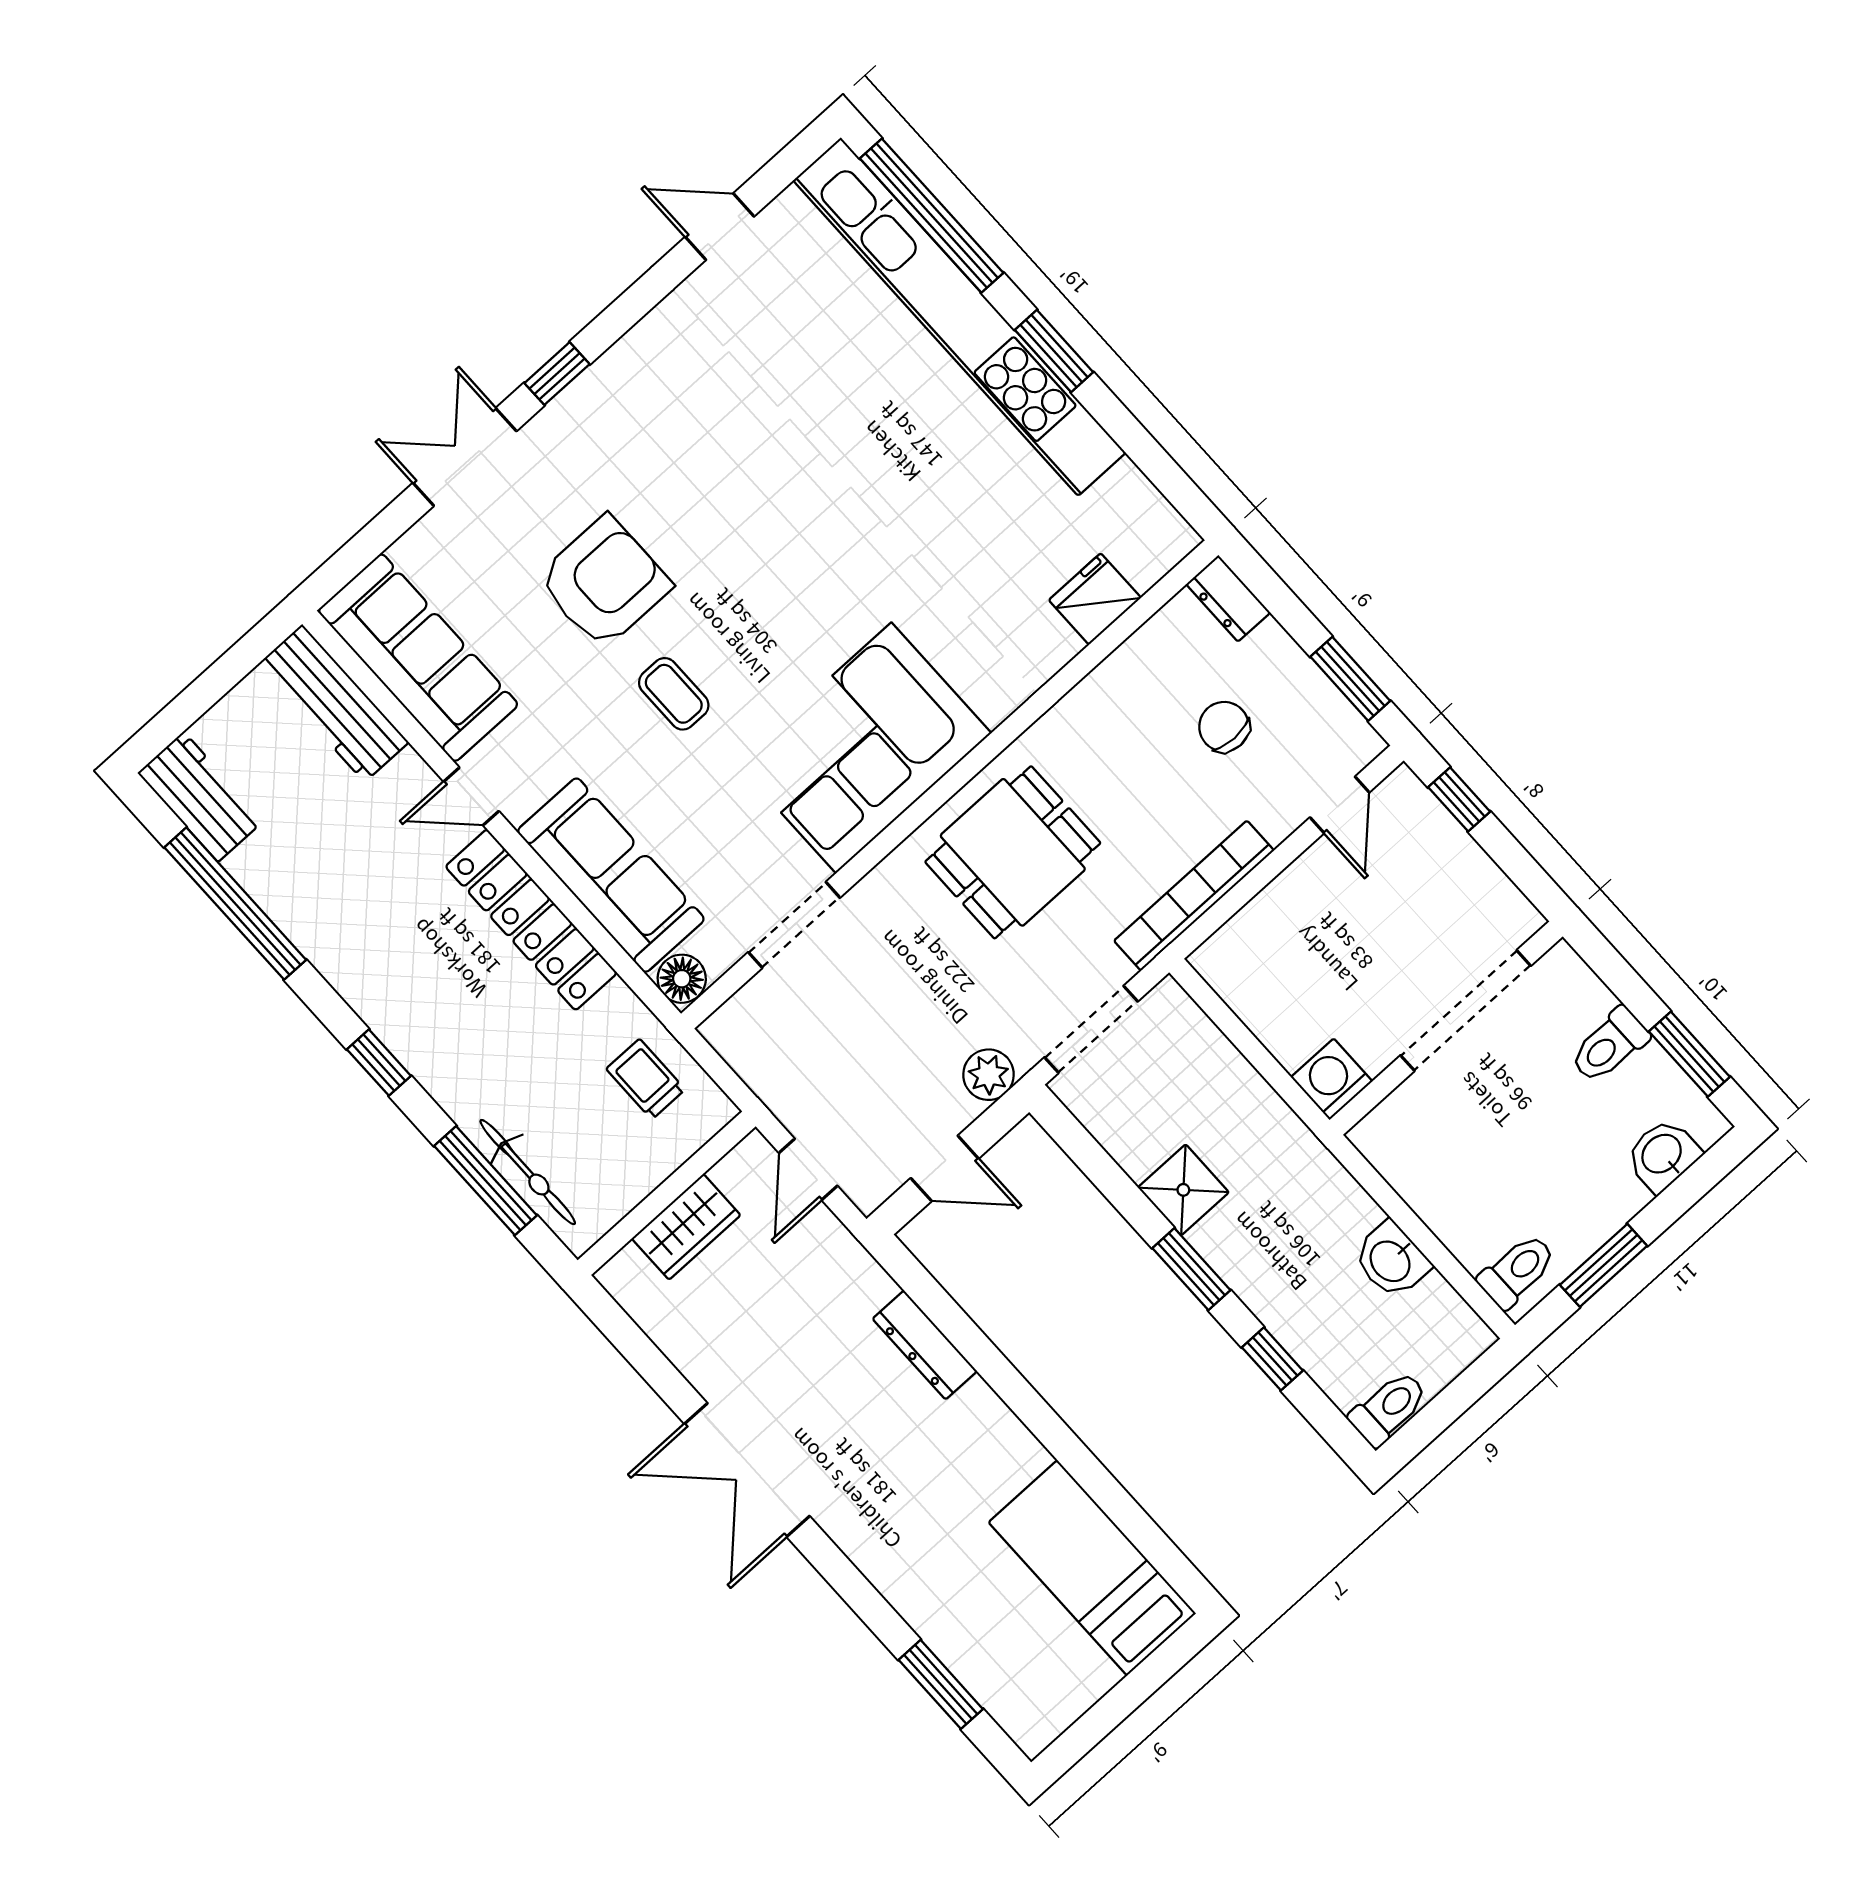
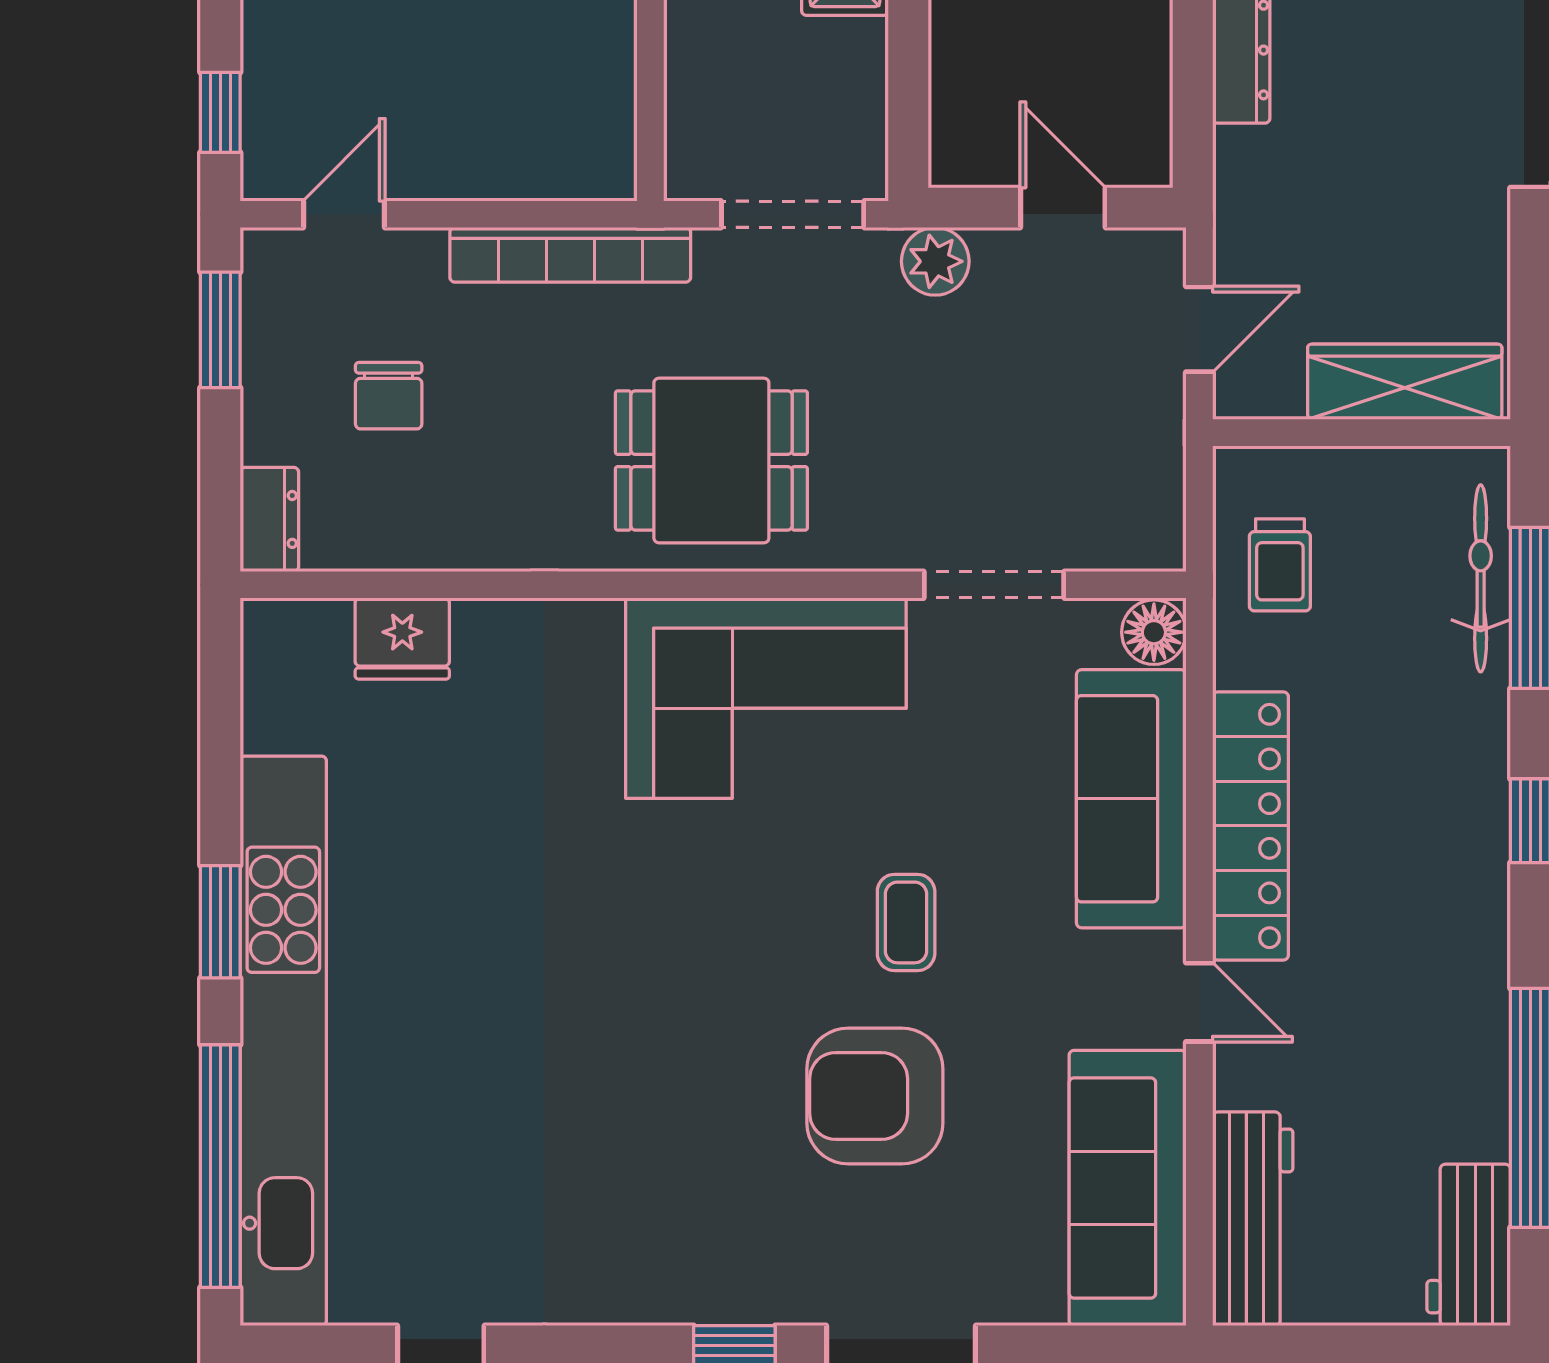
wardrobe: (686, 1227) -> (1405, 382), width x1.50

